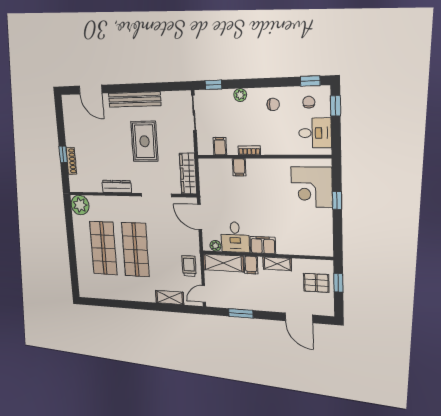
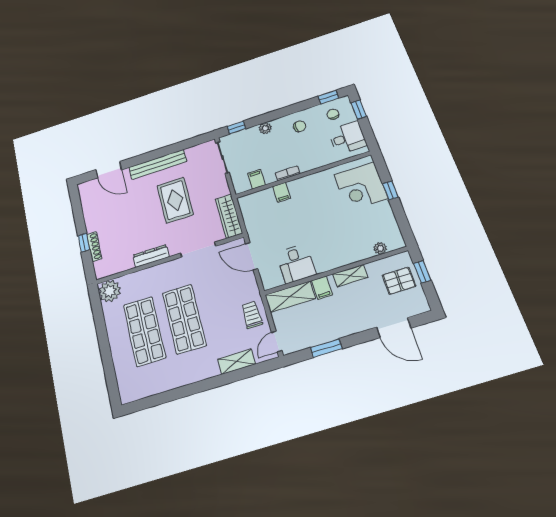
filing cabinet: (263, 245) -> (329, 261), removed
plant: (215, 246) -> (380, 248), moved

